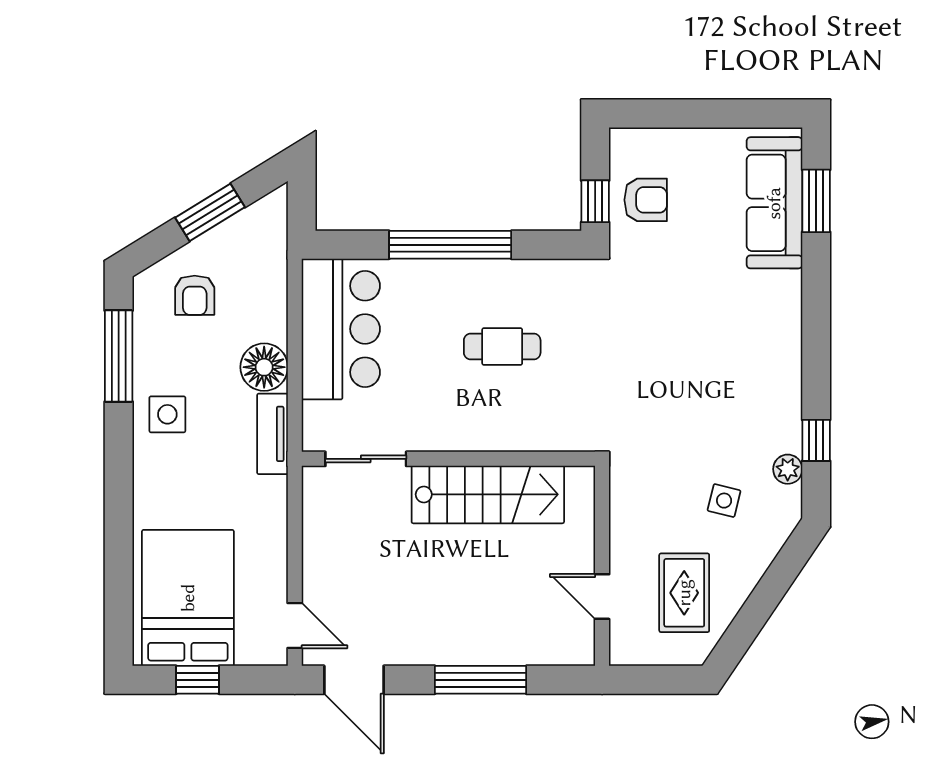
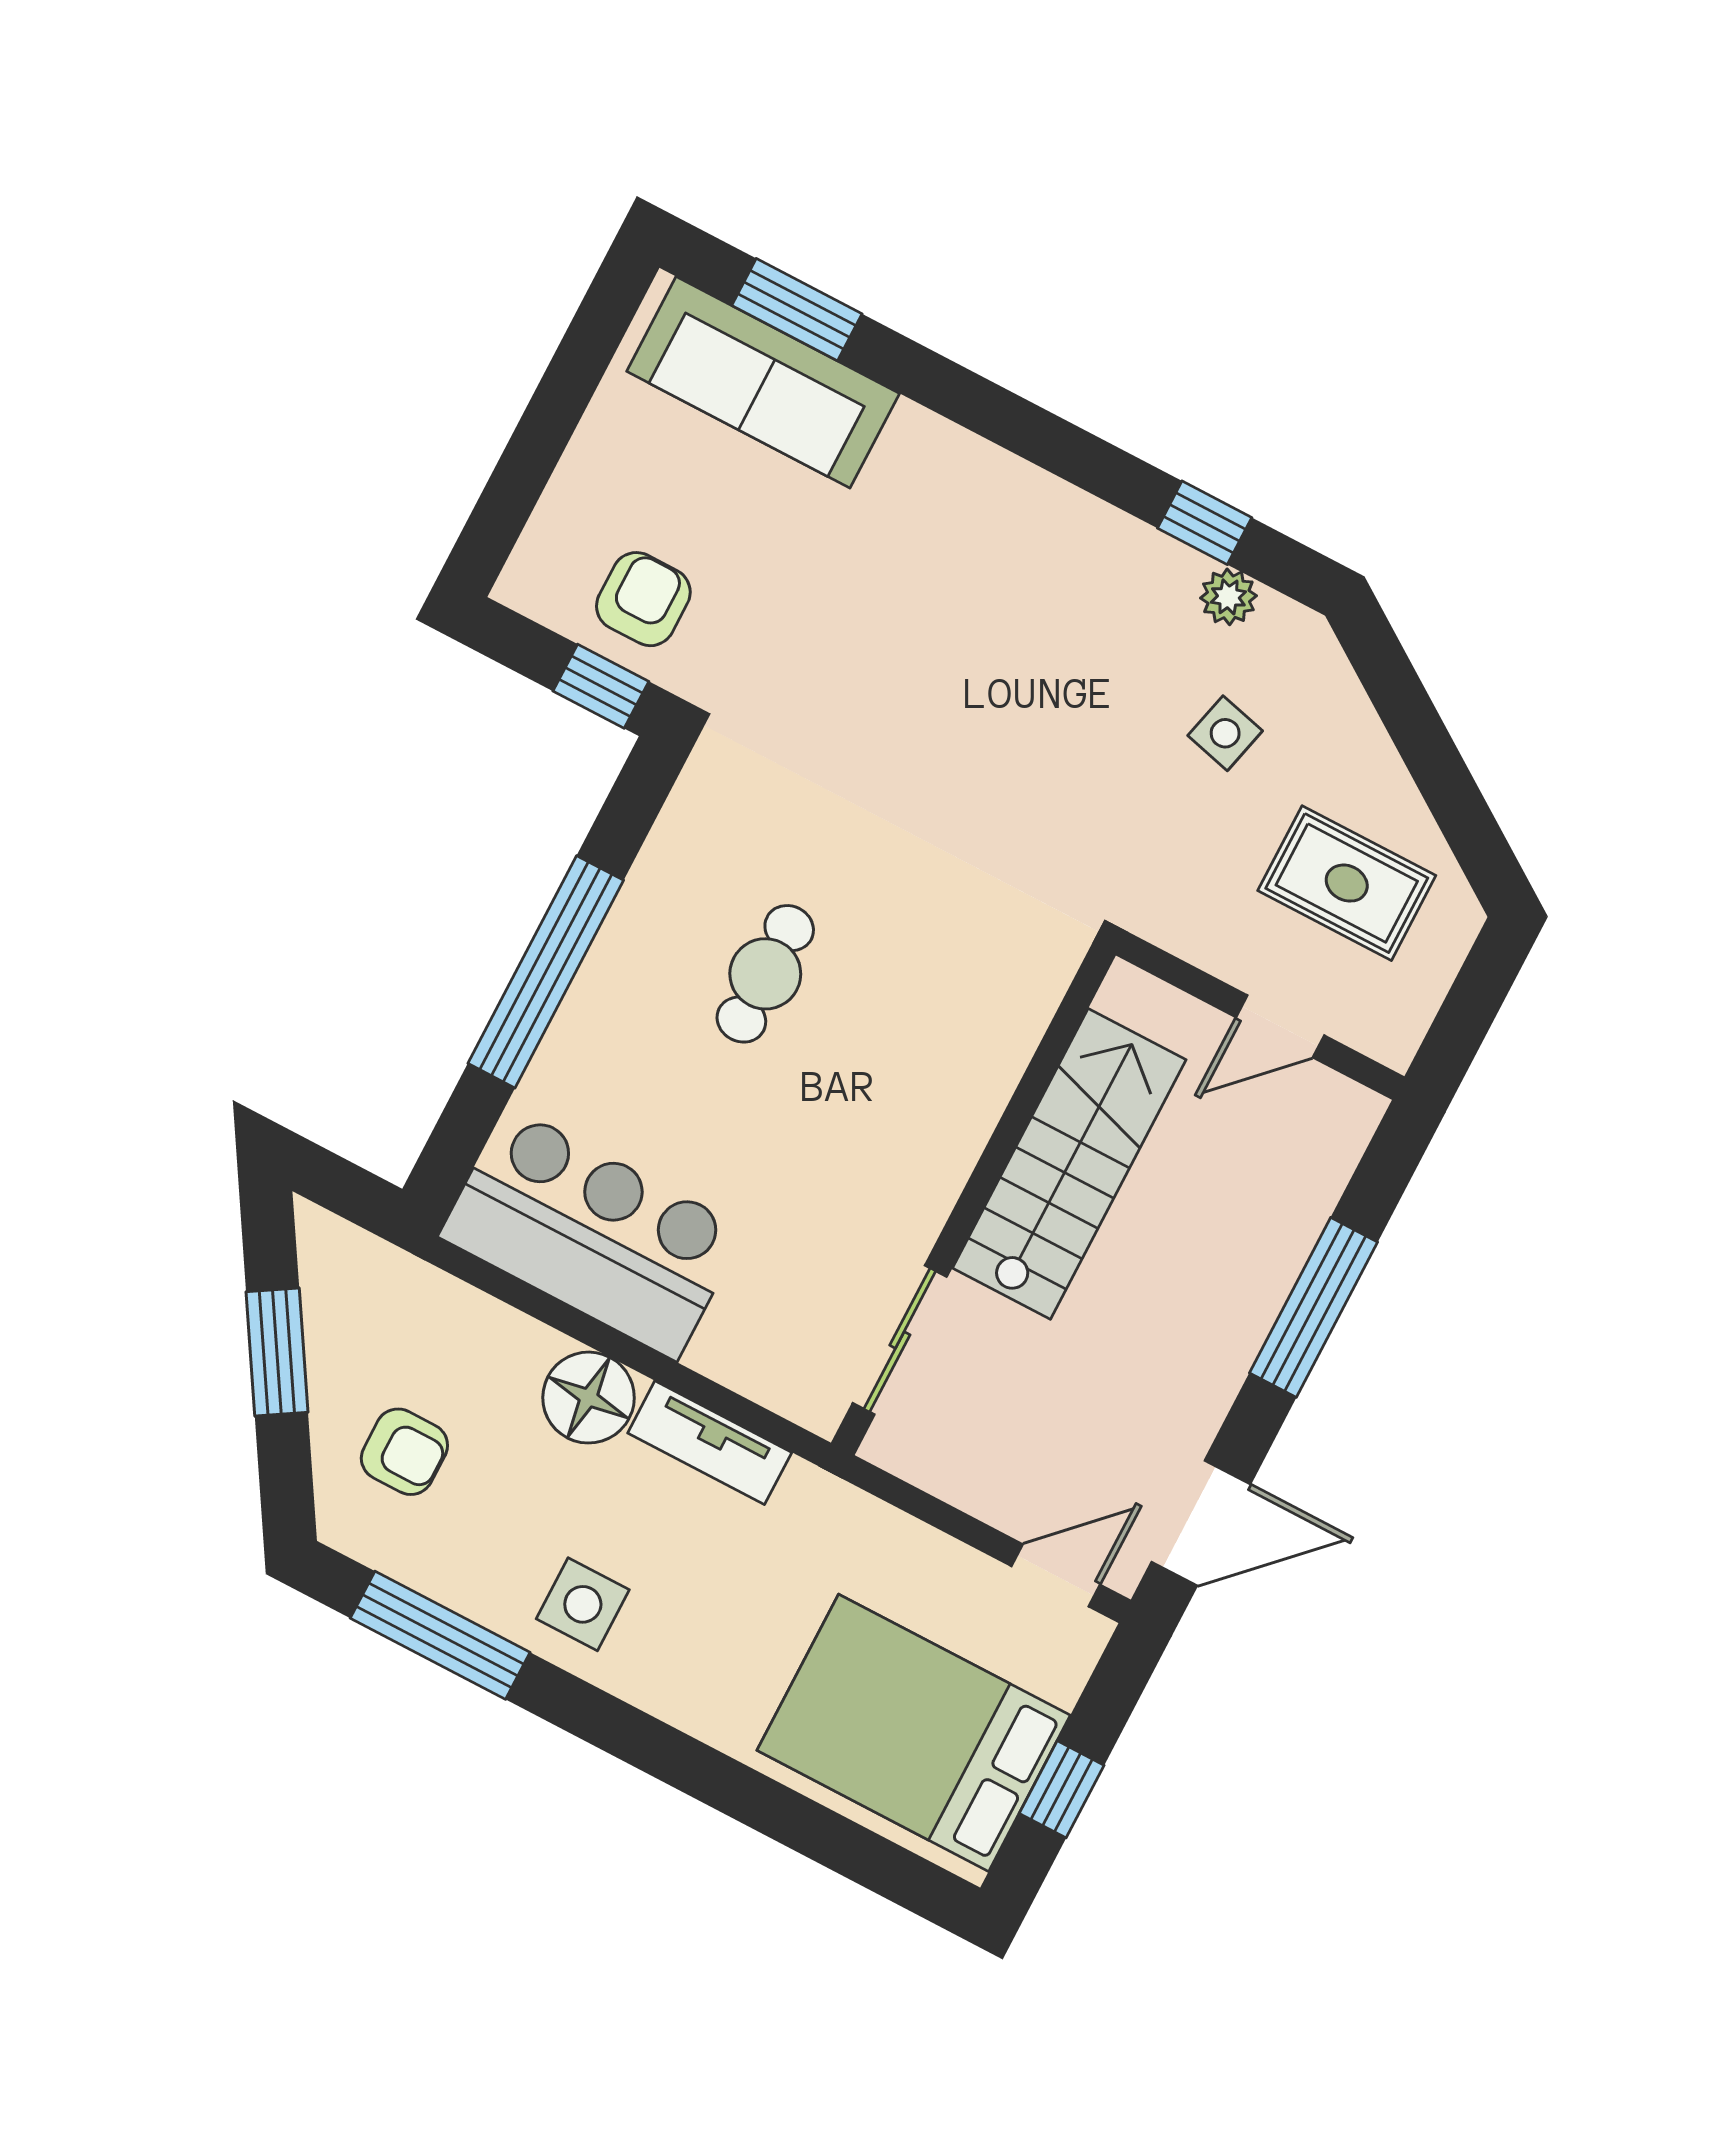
sliding door: (366, 459) -> (900, 1340), moved
wall: (448, 459) -> (973, 1199), moved
stairs: (488, 494) -> (1069, 1164), moved

